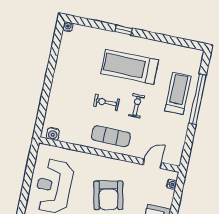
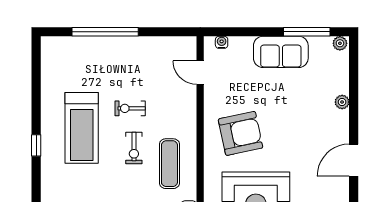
treadmill: (178, 93) -> (103, 58), removed
exercise mat: (111, 136) -> (169, 164), moved
armchair: (108, 195) -> (241, 133), moved

